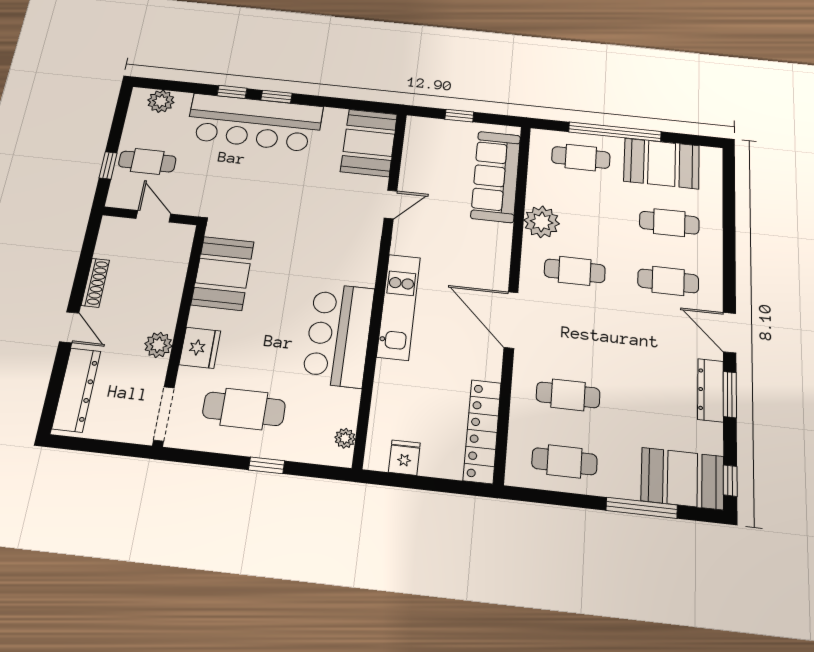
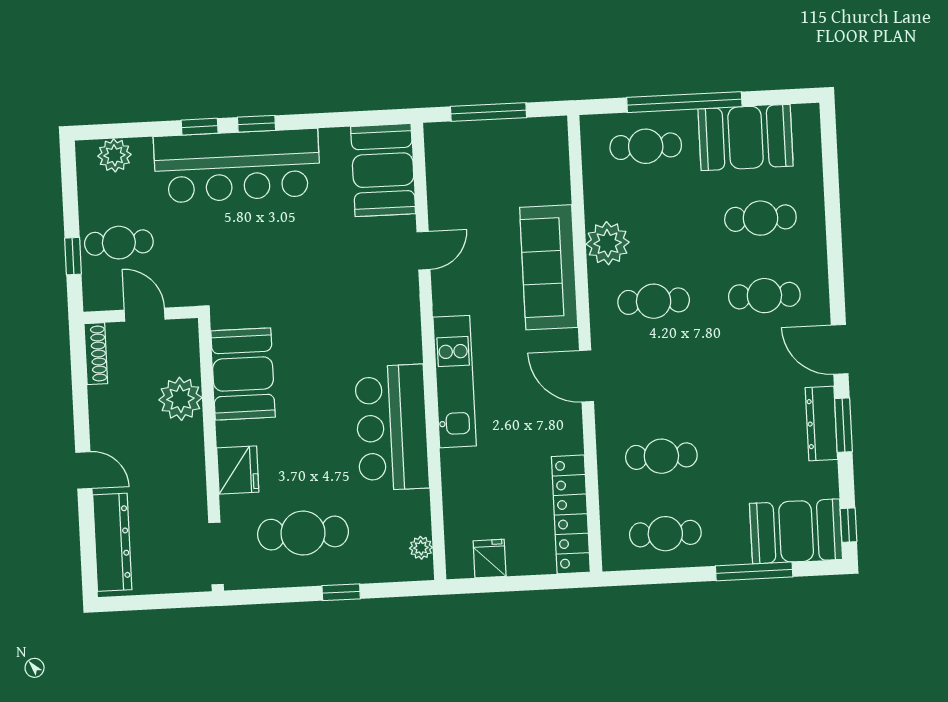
window: (459, 116) -> (489, 112), width x2.17
sofa: (496, 177) -> (549, 267), moved
shoe rack: (95, 283) -> (96, 354), moved
door: (511, 320) -> (586, 376), width x0.73
plant: (158, 345) -> (180, 399), moved, width x1.36, depth x1.36

